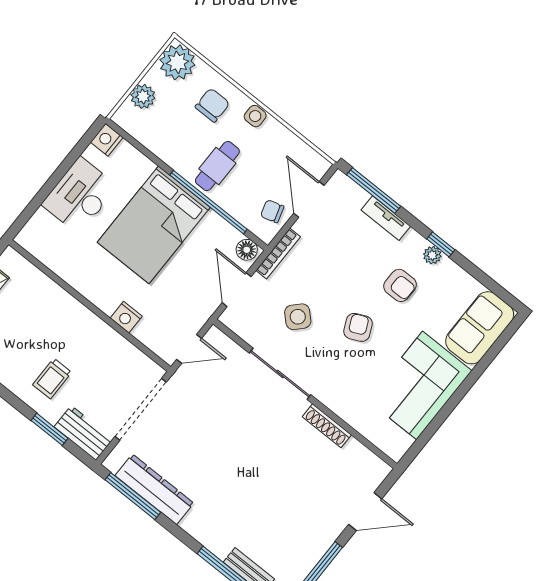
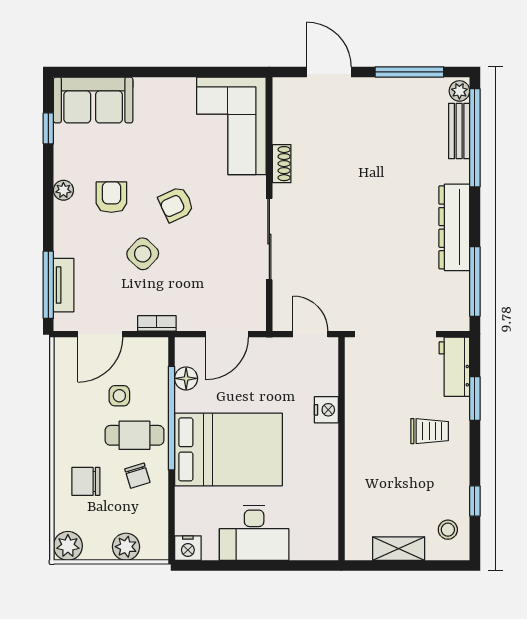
plant: (177, 62) -> (68, 546), width x0.73, depth x0.73
side table: (255, 116) -> (119, 396), moved
chair: (272, 211) -> (137, 476), moved
tv unit: (386, 218) -> (64, 285), moved
window: (441, 244) -> (48, 128), moved
floor lamp: (247, 250) -> (186, 378), moved
bookcase: (278, 254) -> (157, 323), width x0.64
side table: (298, 317) -> (143, 254), moved
corner sofa: (420, 385) -> (231, 126), moved, turned 90
shoe rack: (327, 426) -> (282, 164), width x0.70
dresser: (154, 489) -> (454, 227), moved

